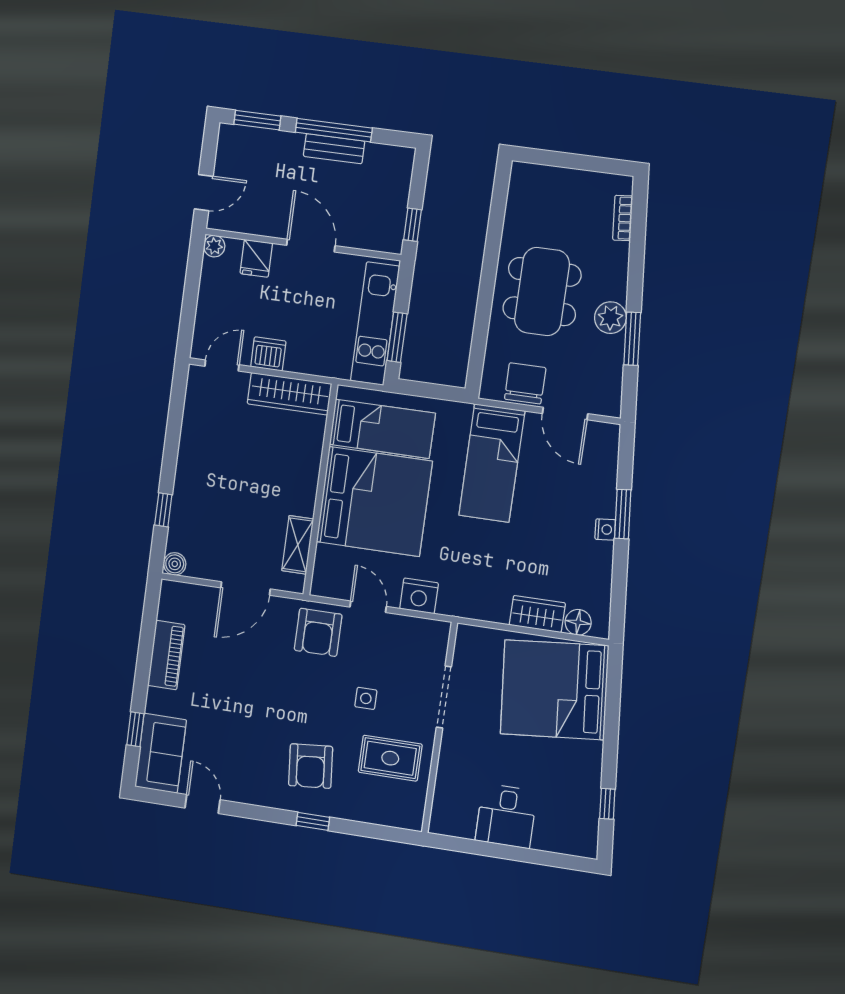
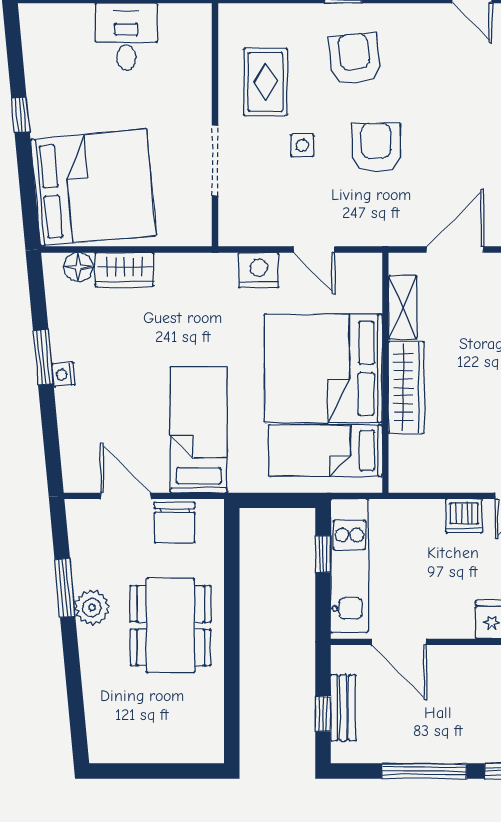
bench: (334, 149) -> (343, 708), moved, turned 90
bookcase: (623, 218) -> (94, 717), removed
window: (412, 225) -> (323, 714), moved
door: (311, 246) -> (399, 642), moved
window: (397, 337) -> (323, 554), width x0.67
wardrobe: (290, 394) -> (406, 387), moved, turned 90
window: (623, 514) -> (43, 357), moved
armchair: (318, 632) -> (376, 147), moved
rug: (390, 758) -> (266, 82), turned 90
window: (607, 804) -> (21, 115), moved

